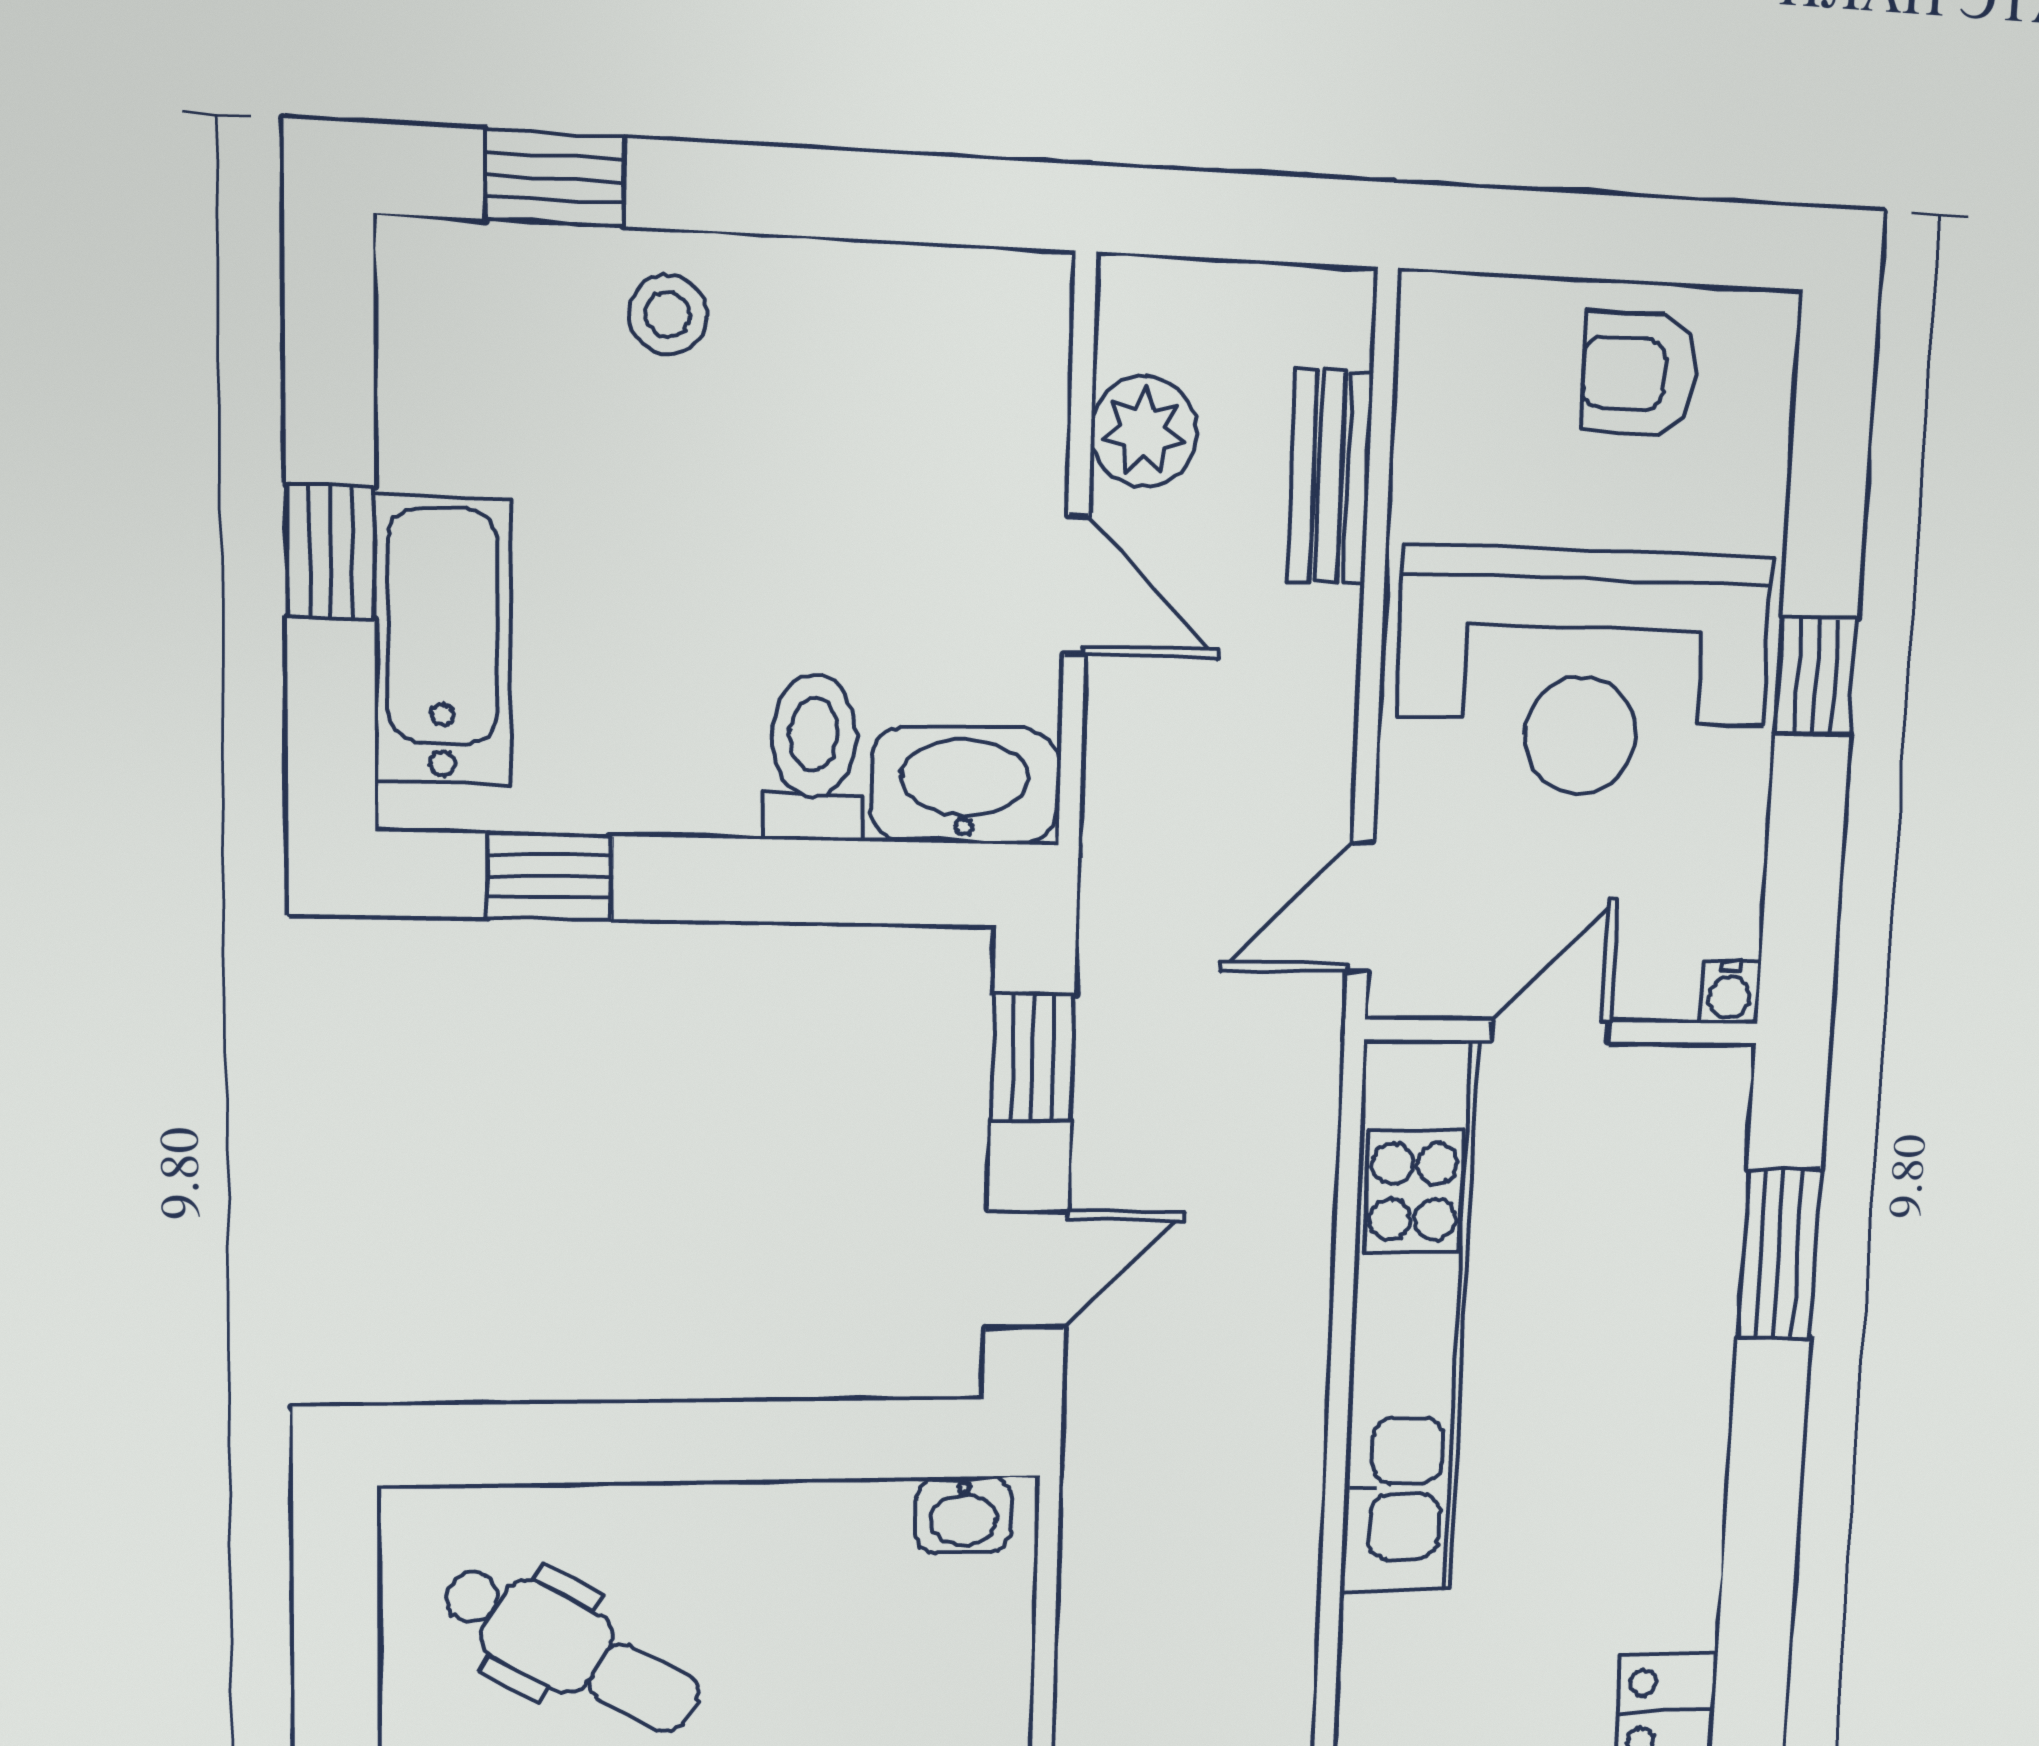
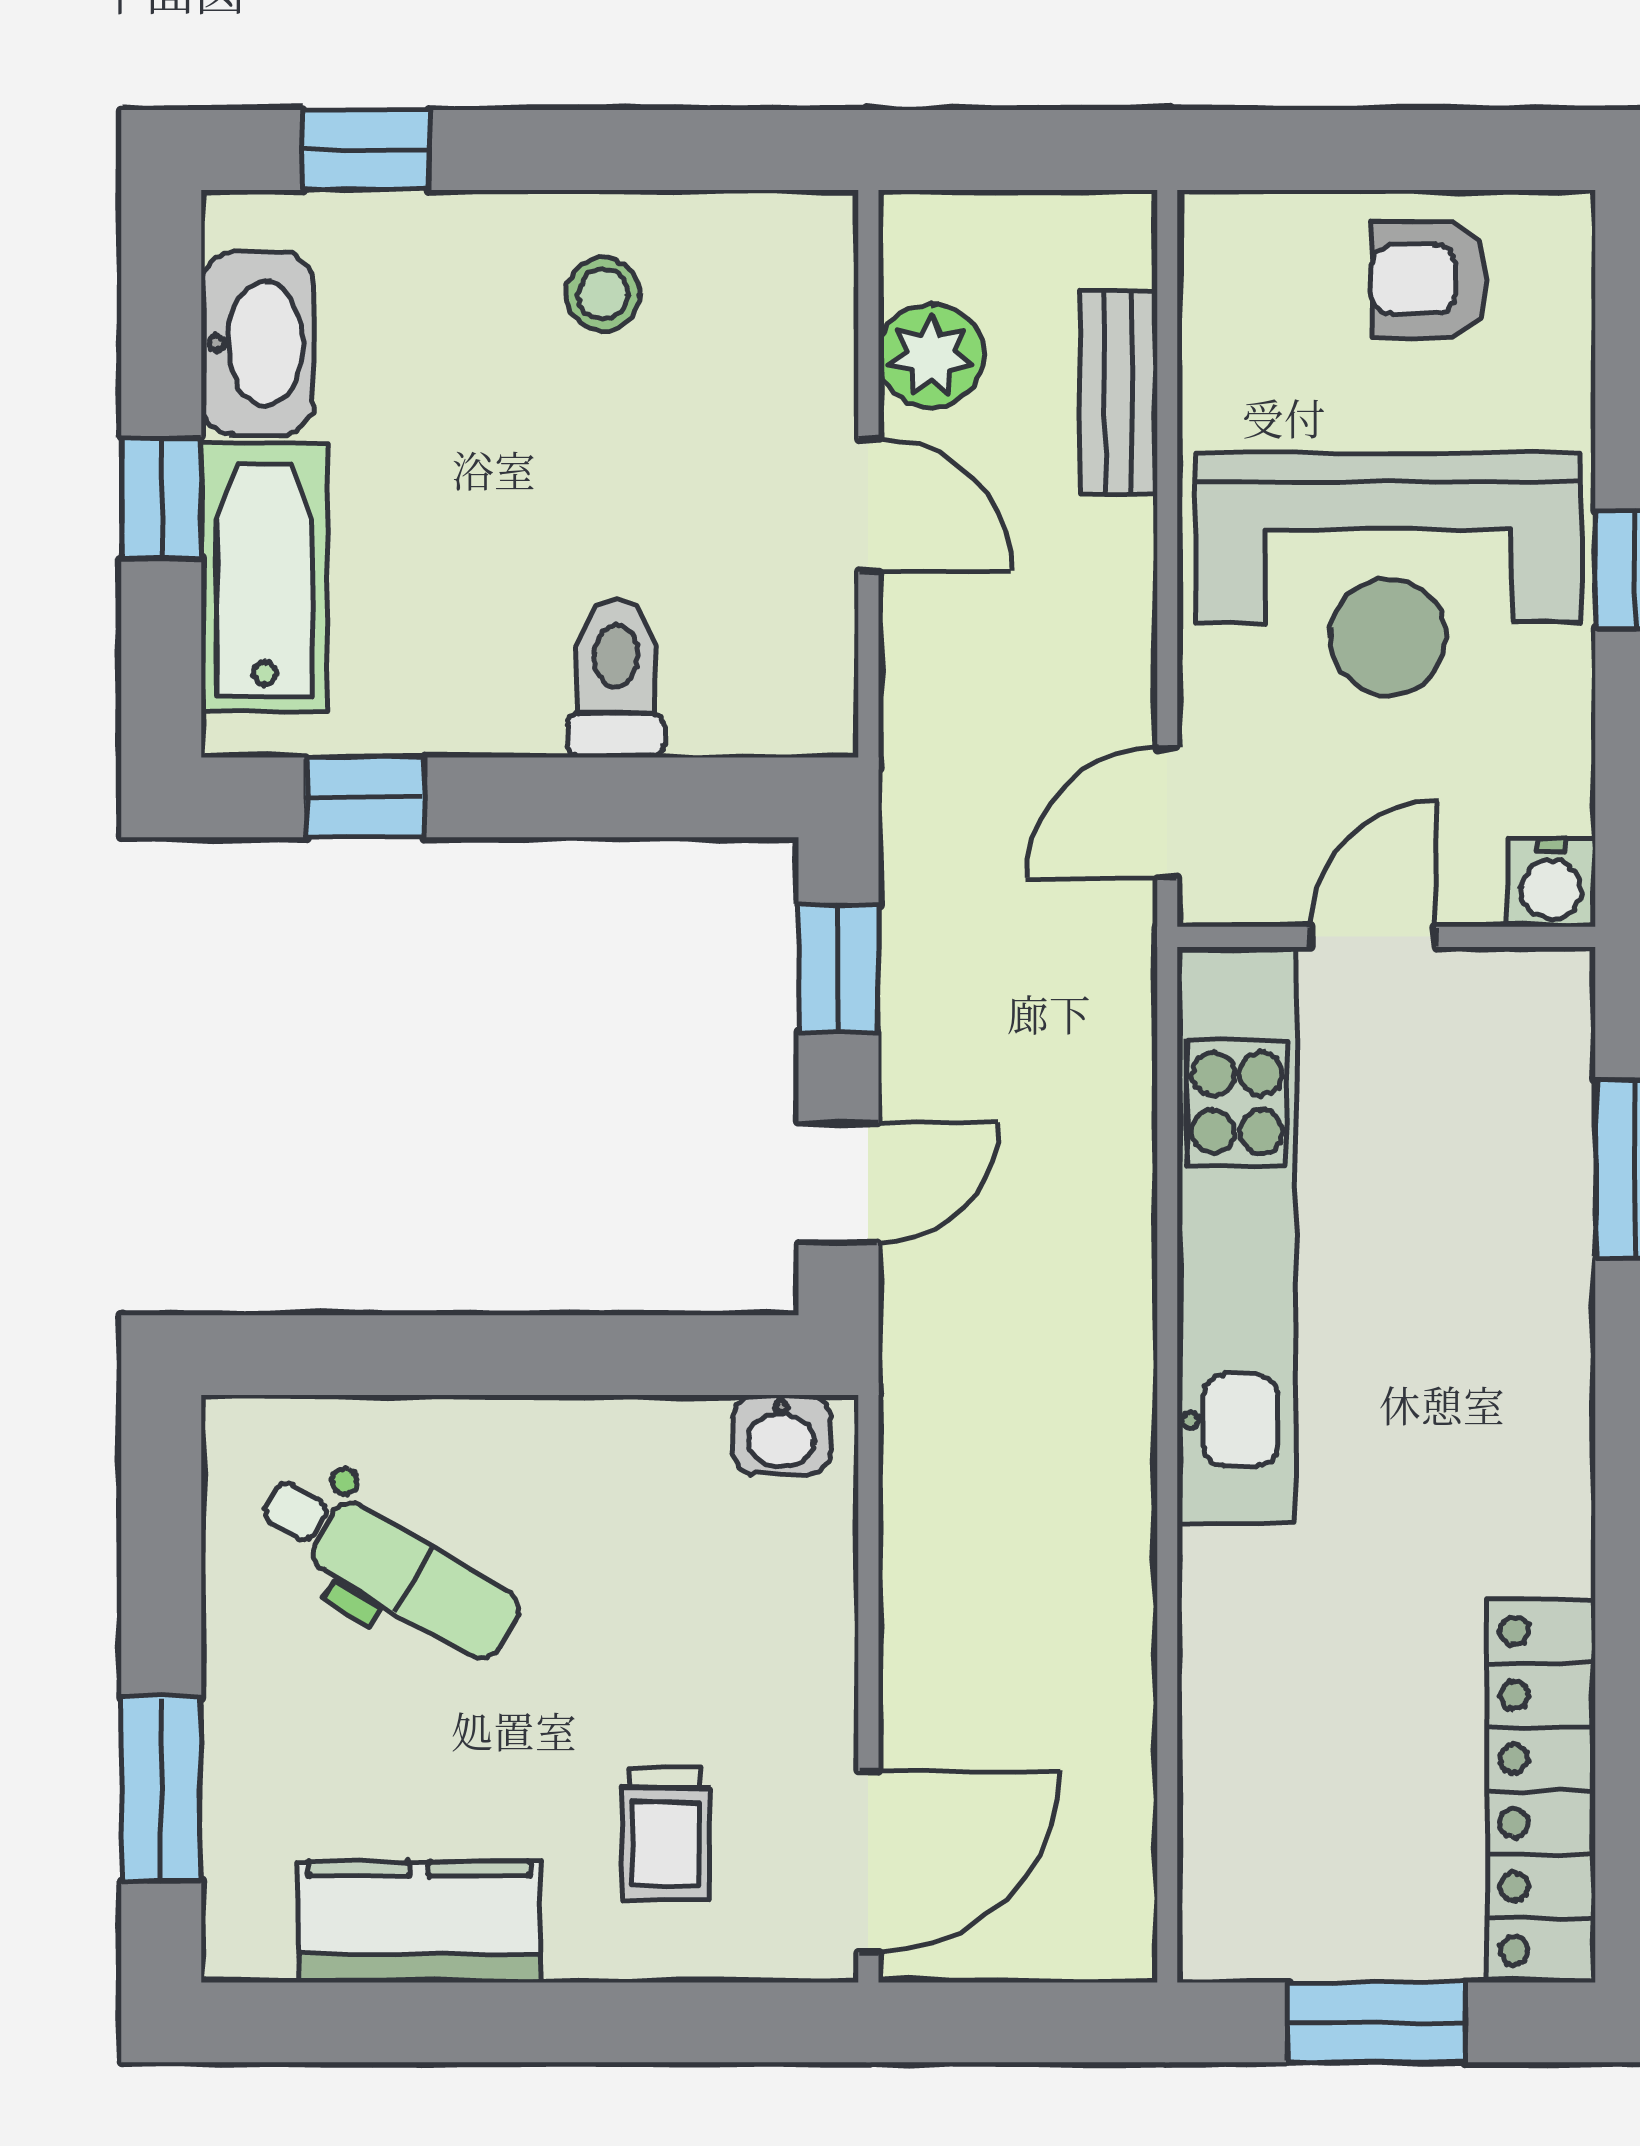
stool: (668, 315) -> (603, 294), moved
washbasin: (965, 785) -> (257, 343), moved, turned 90
water cooler: (1730, 993) -> (1551, 883), width x1.38, depth x1.38

